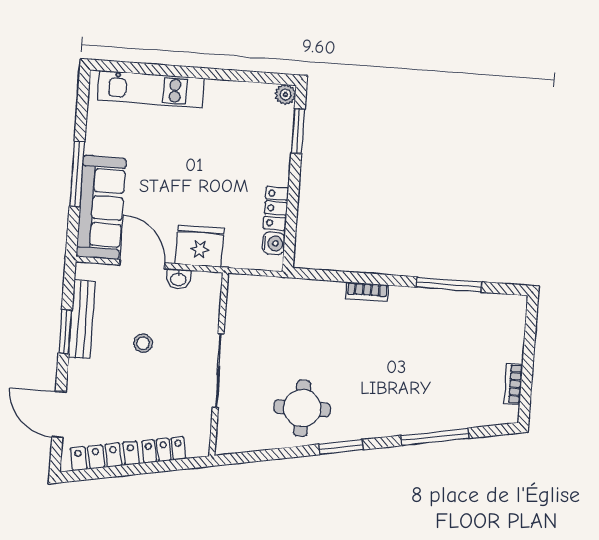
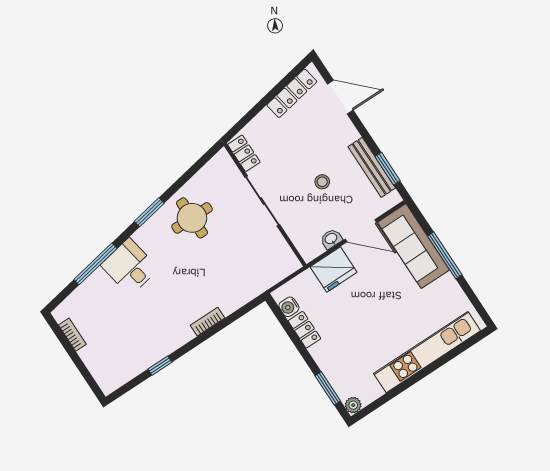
kitchen unit: (151, 89) -> (427, 352), width x1.36
window: (449, 285) -> (160, 366), width x0.46
window: (65, 331) -> (387, 169), moved
desk: (403, 407) -> (130, 267), added
locker: (164, 450) -> (244, 153), moved, turned -80

